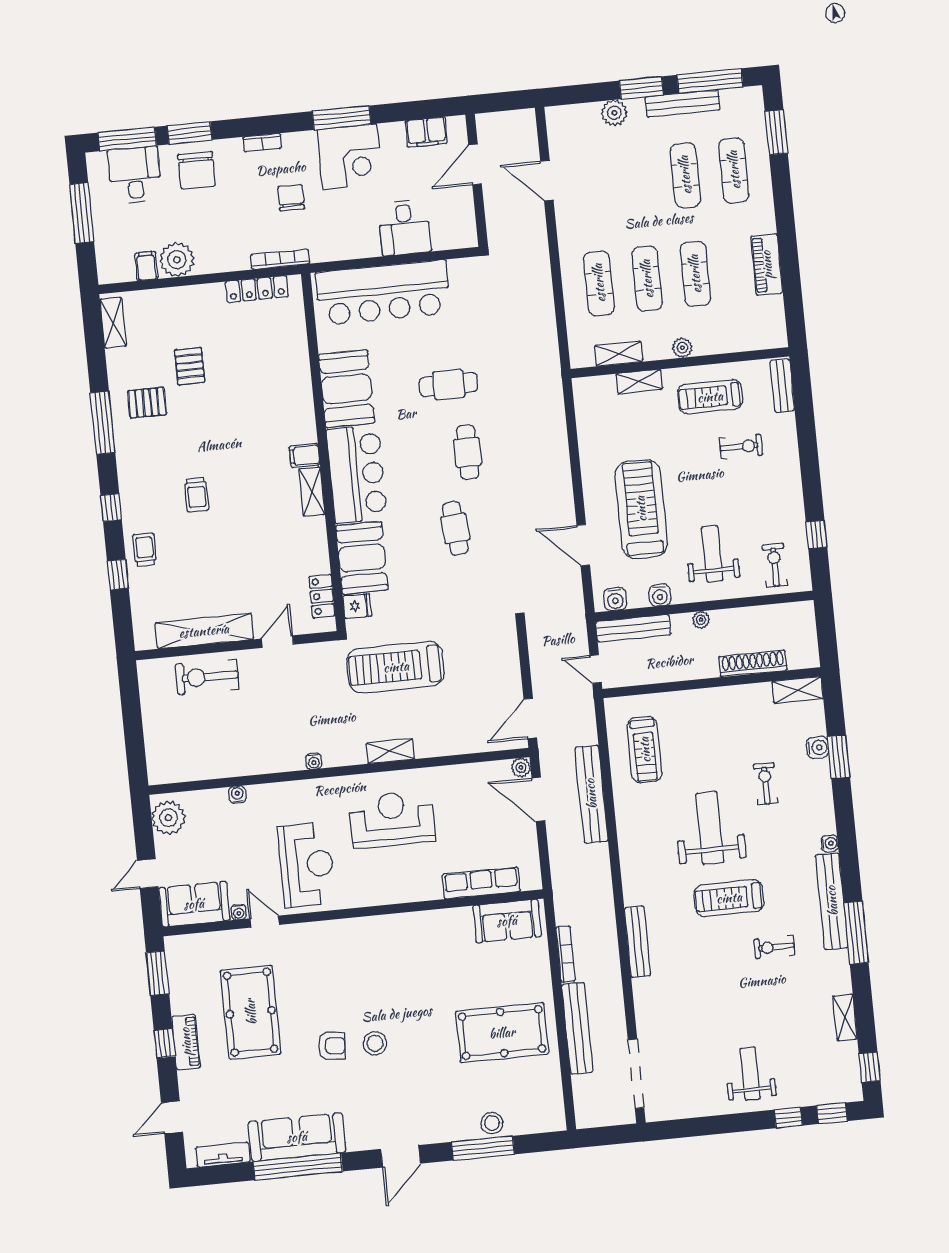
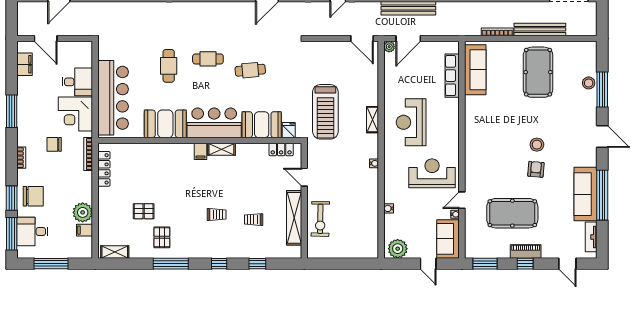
corner desk: (350, 156) -> (75, 114), moved, turned 180
trolley: (145, 550) -> (254, 220), moved
sofa: (507, 921) -> (475, 70), width x1.36

